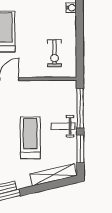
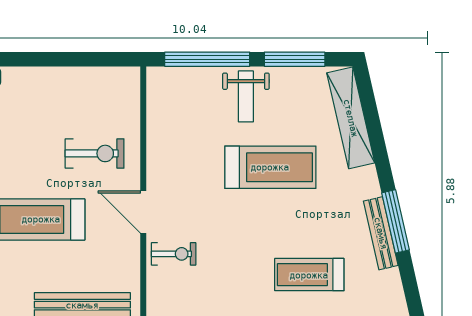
exercise bike: (54, 53) -> (95, 153), moved
treadmill: (30, 138) -> (270, 167), turned 180

